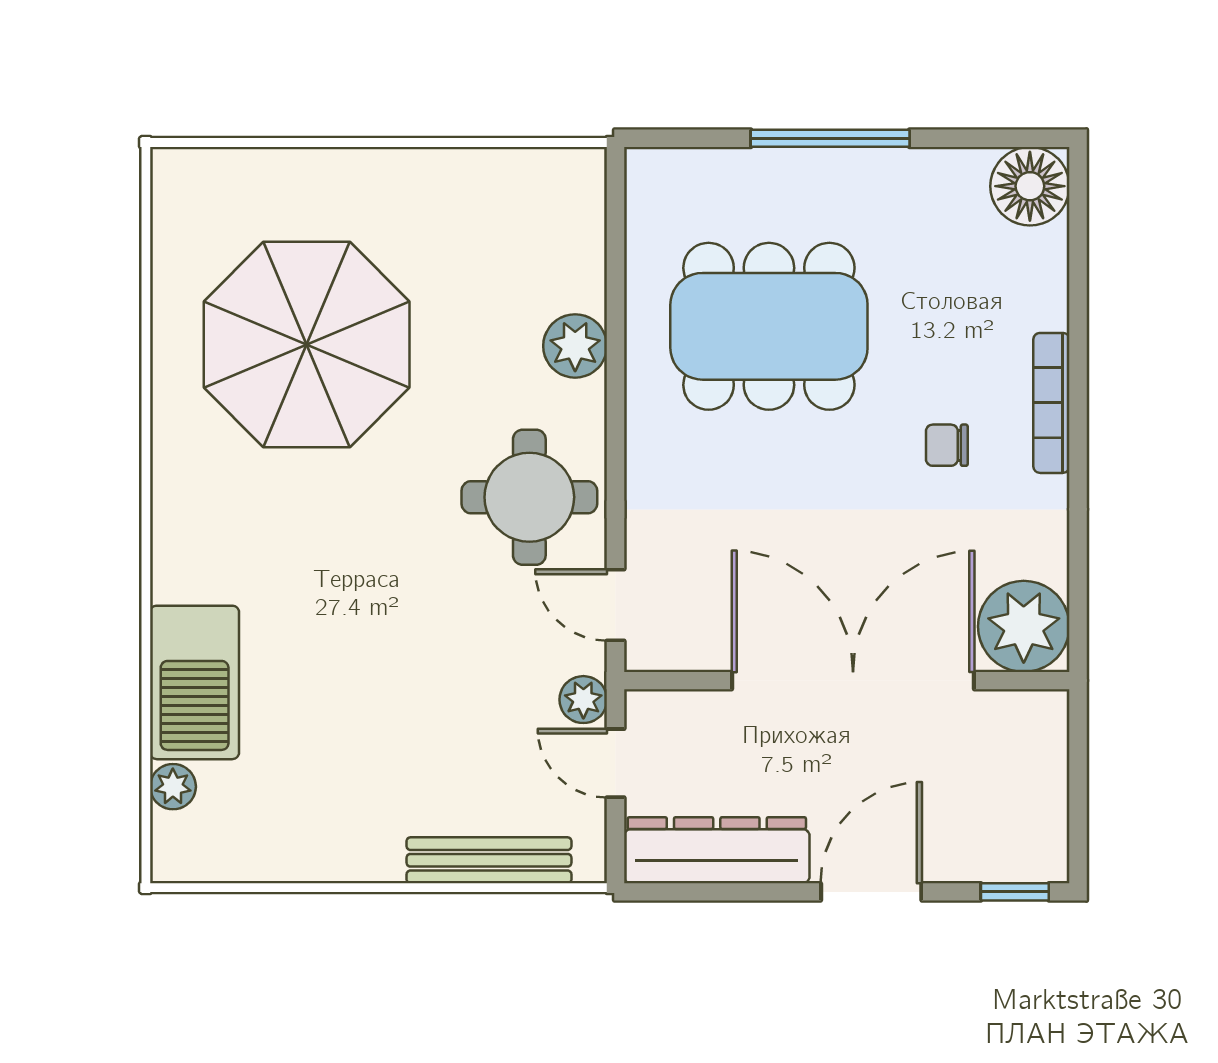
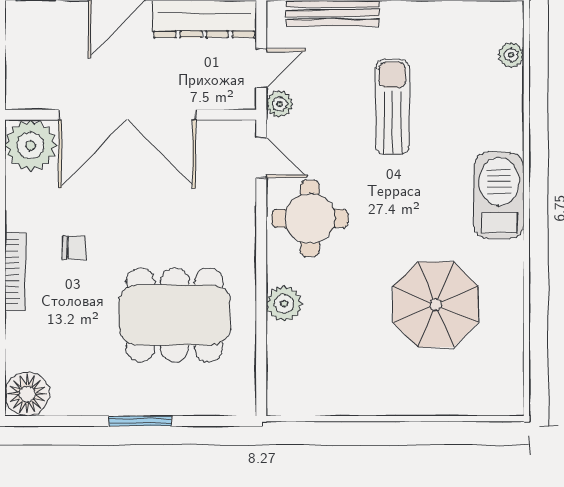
window: (830, 138) -> (140, 421), width x0.69
parasol: (307, 344) -> (436, 305), width x0.73, depth x0.73
barbecue: (195, 682) -> (499, 196), moved
sun lounger: (383, 695) -> (392, 107), added
door: (615, 763) -> (261, 68), hinge flipped

